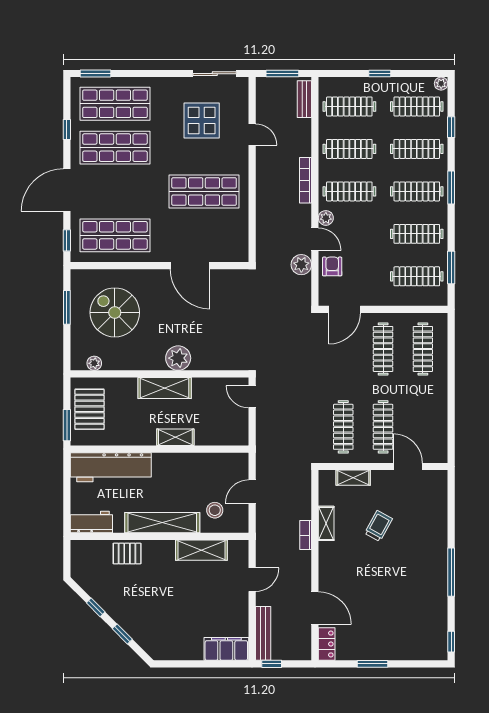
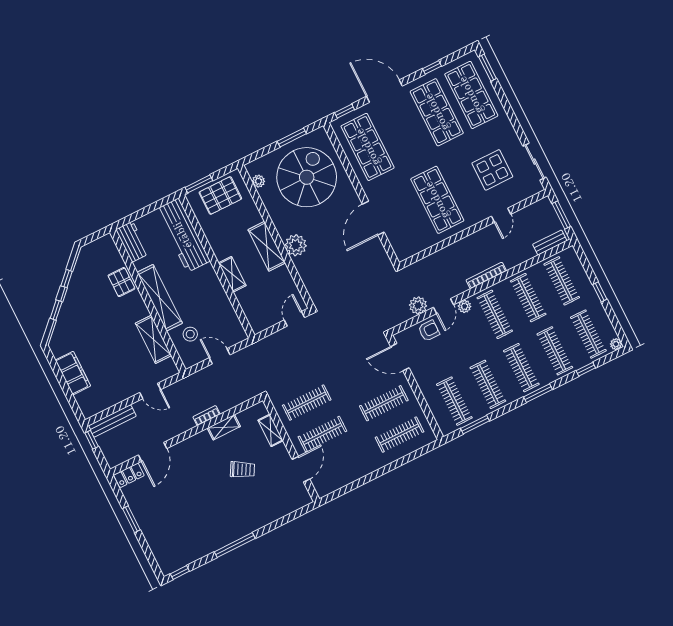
spiral stairs: (115, 312) -> (307, 177), width x1.37, depth x1.37
filing cabinet: (226, 649) -> (73, 373), moved

